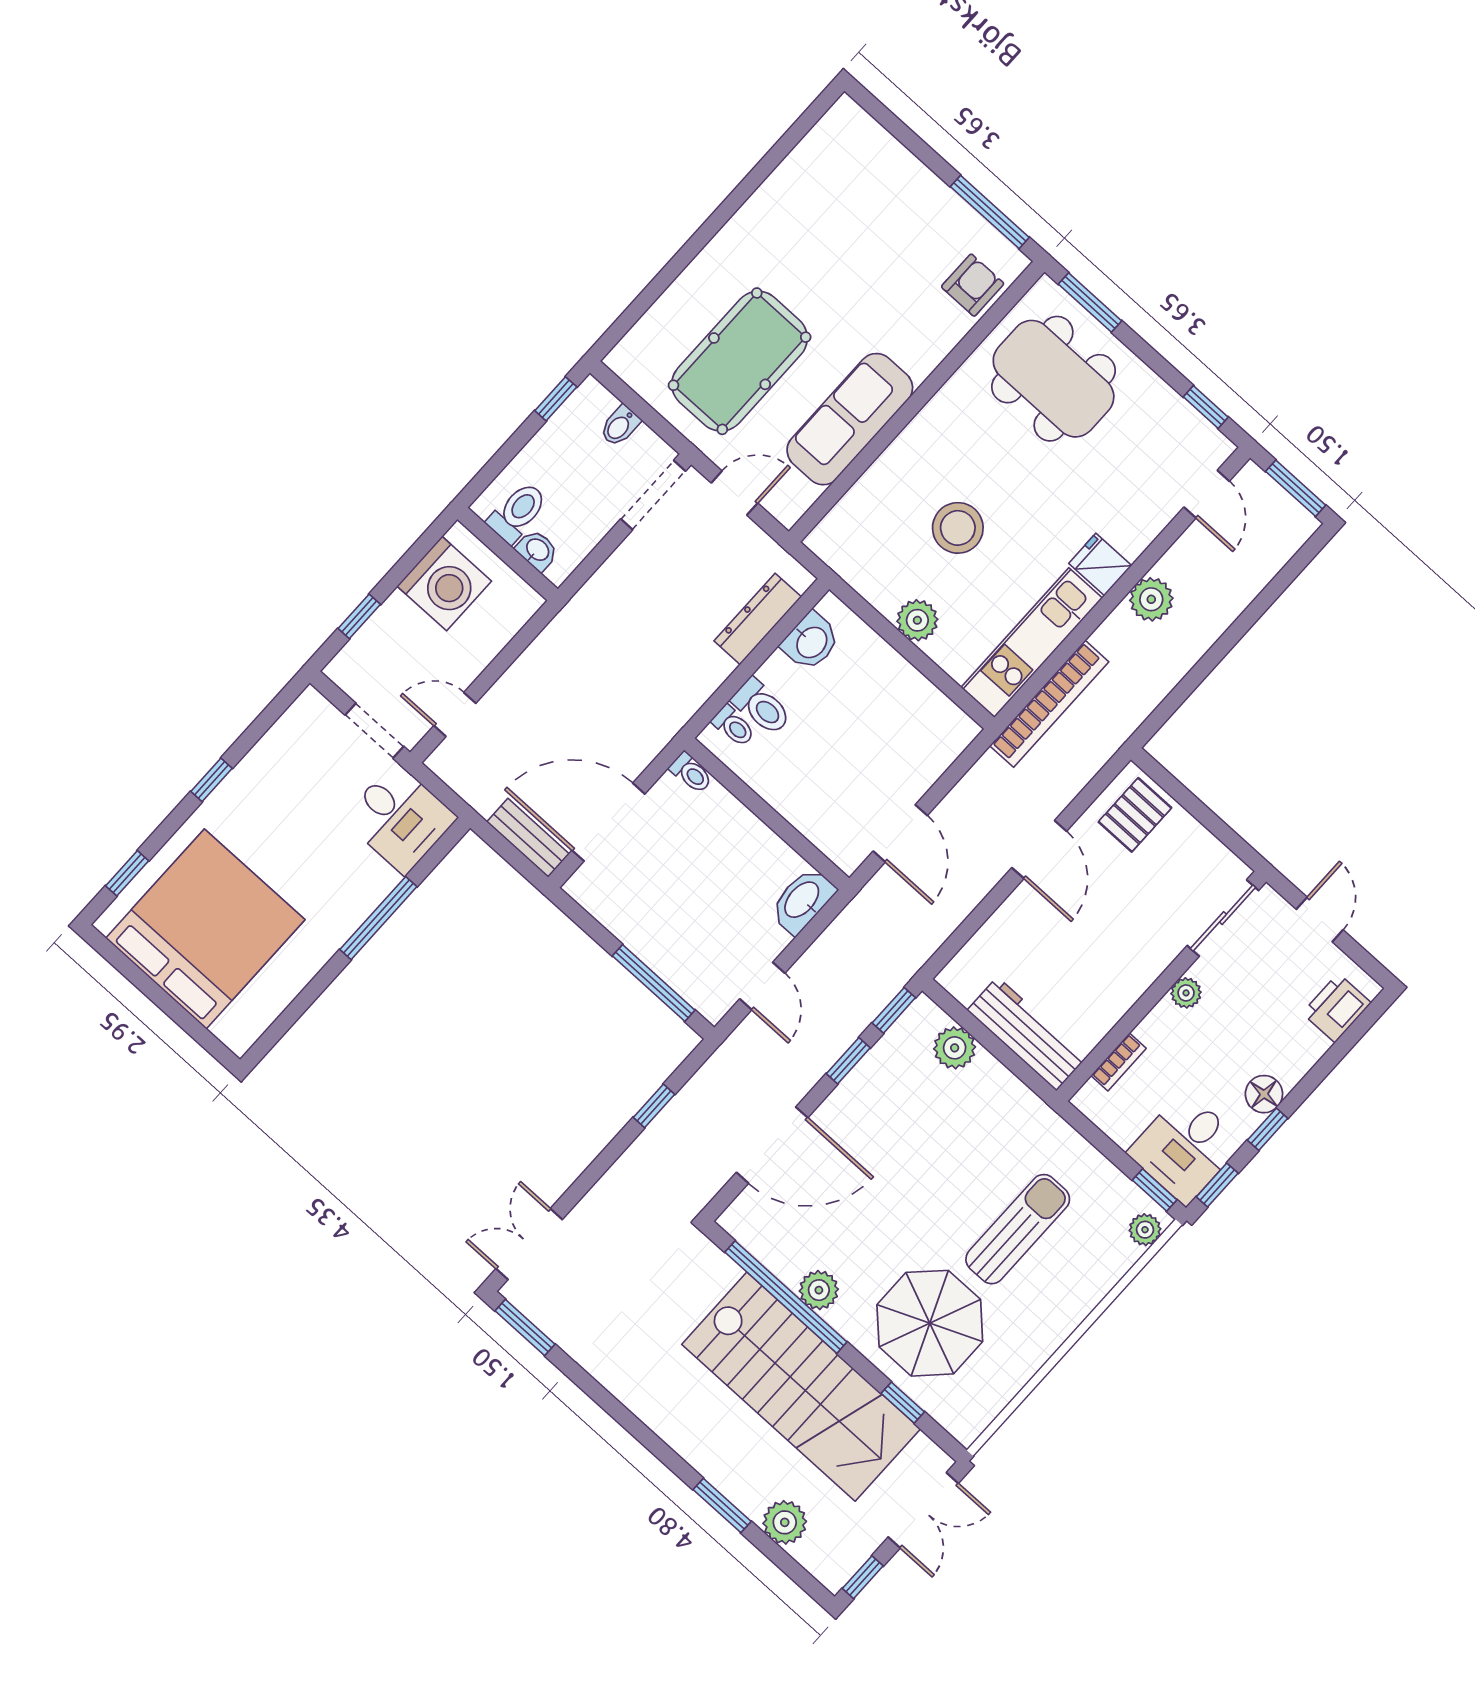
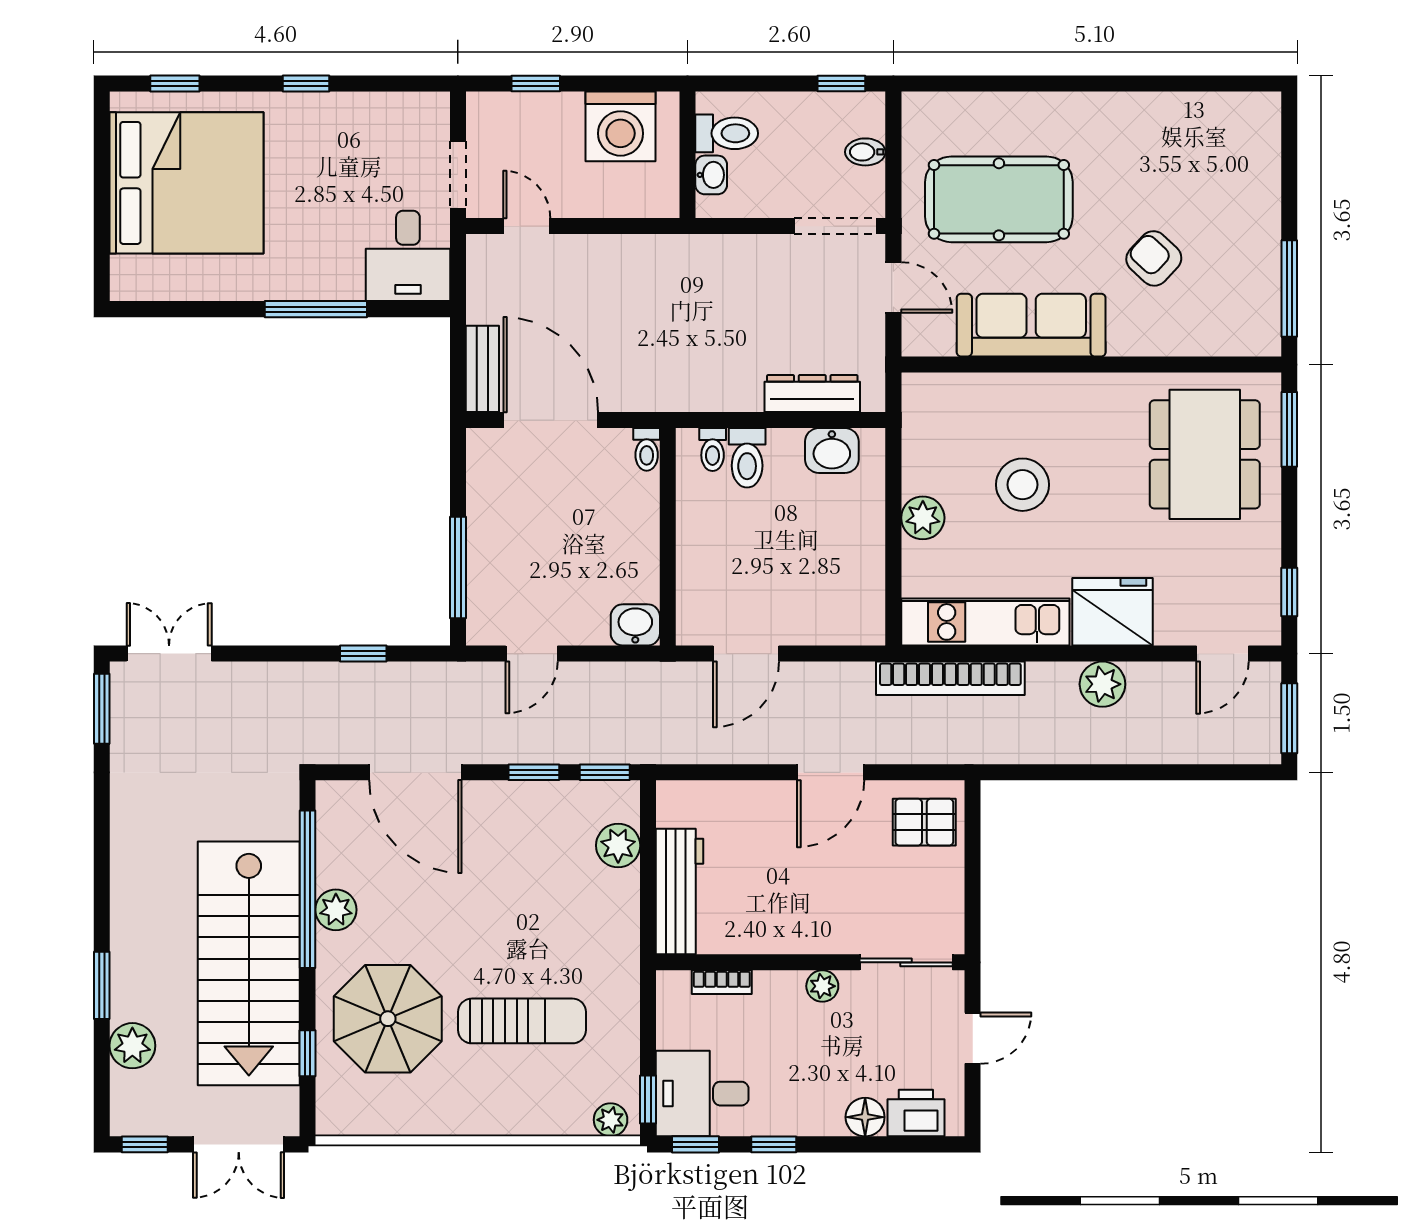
armchair: (973, 285) -> (1154, 258), moved, turned -137
fridge: (1100, 564) -> (1112, 612), width x1.88, depth x1.34
washbasin: (803, 900) -> (635, 625), width x0.72
floor lamp: (1264, 1094) -> (865, 1117), moved

